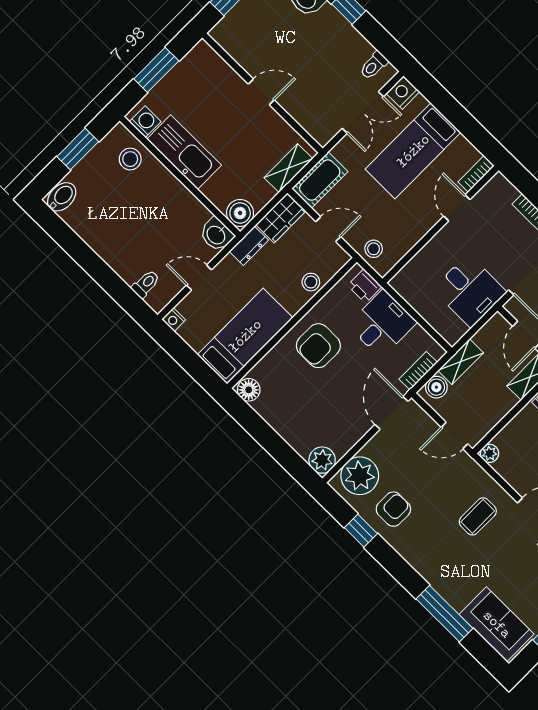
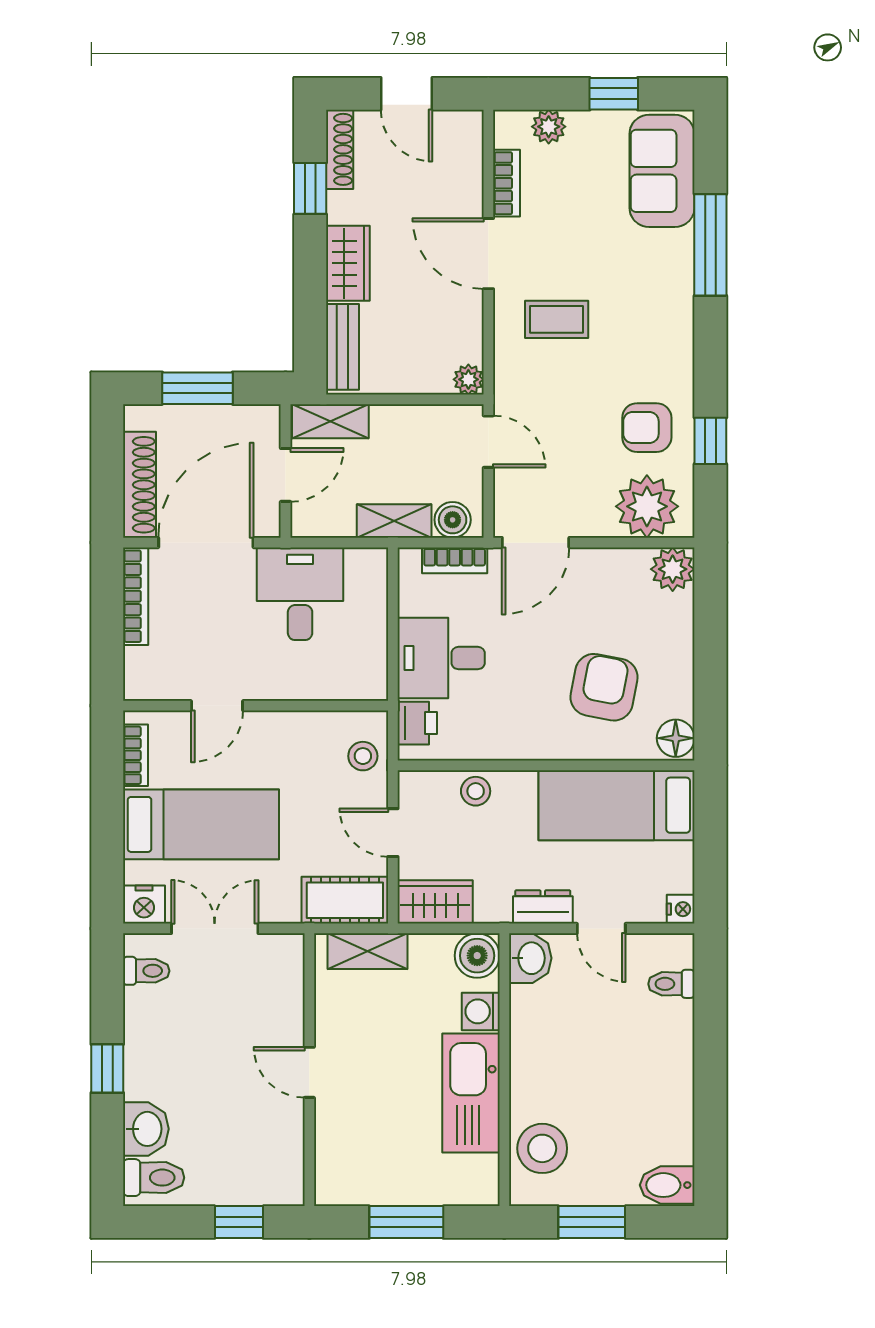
washing machine: (145, 122) -> (481, 1011), moved
stool: (130, 159) -> (542, 1148), width x1.38, depth x1.38
bookcase: (476, 174) -> (136, 755), moved, turned -90
dresser: (249, 246) -> (543, 907), moved
armchair: (318, 346) -> (604, 687), moved, turned -79

